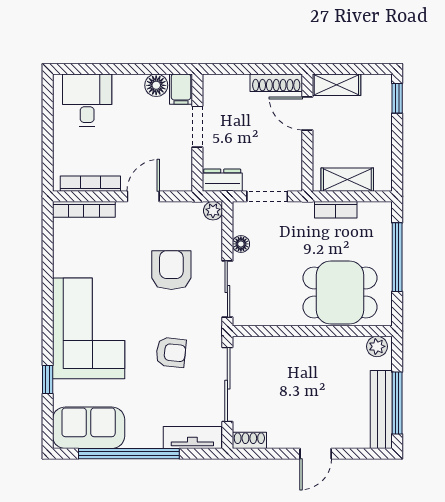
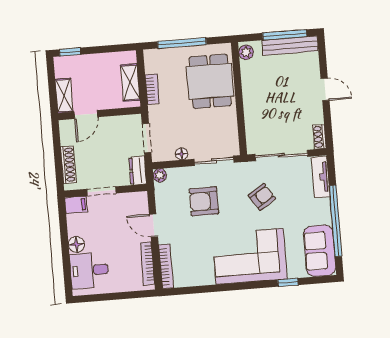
shoe rack: (276, 83) -> (68, 165), moved
floor lamp: (156, 85) -> (76, 244), moved
armchair: (171, 352) -> (262, 197), turned 51

